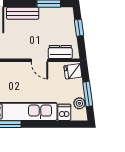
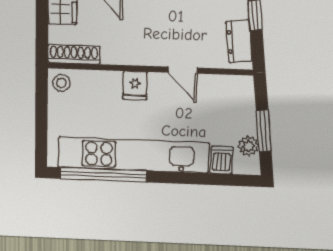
dresser: (60, 52) -> (239, 41), moved, turned -97
fridge: (73, 71) -> (135, 85), moved, turned -83

